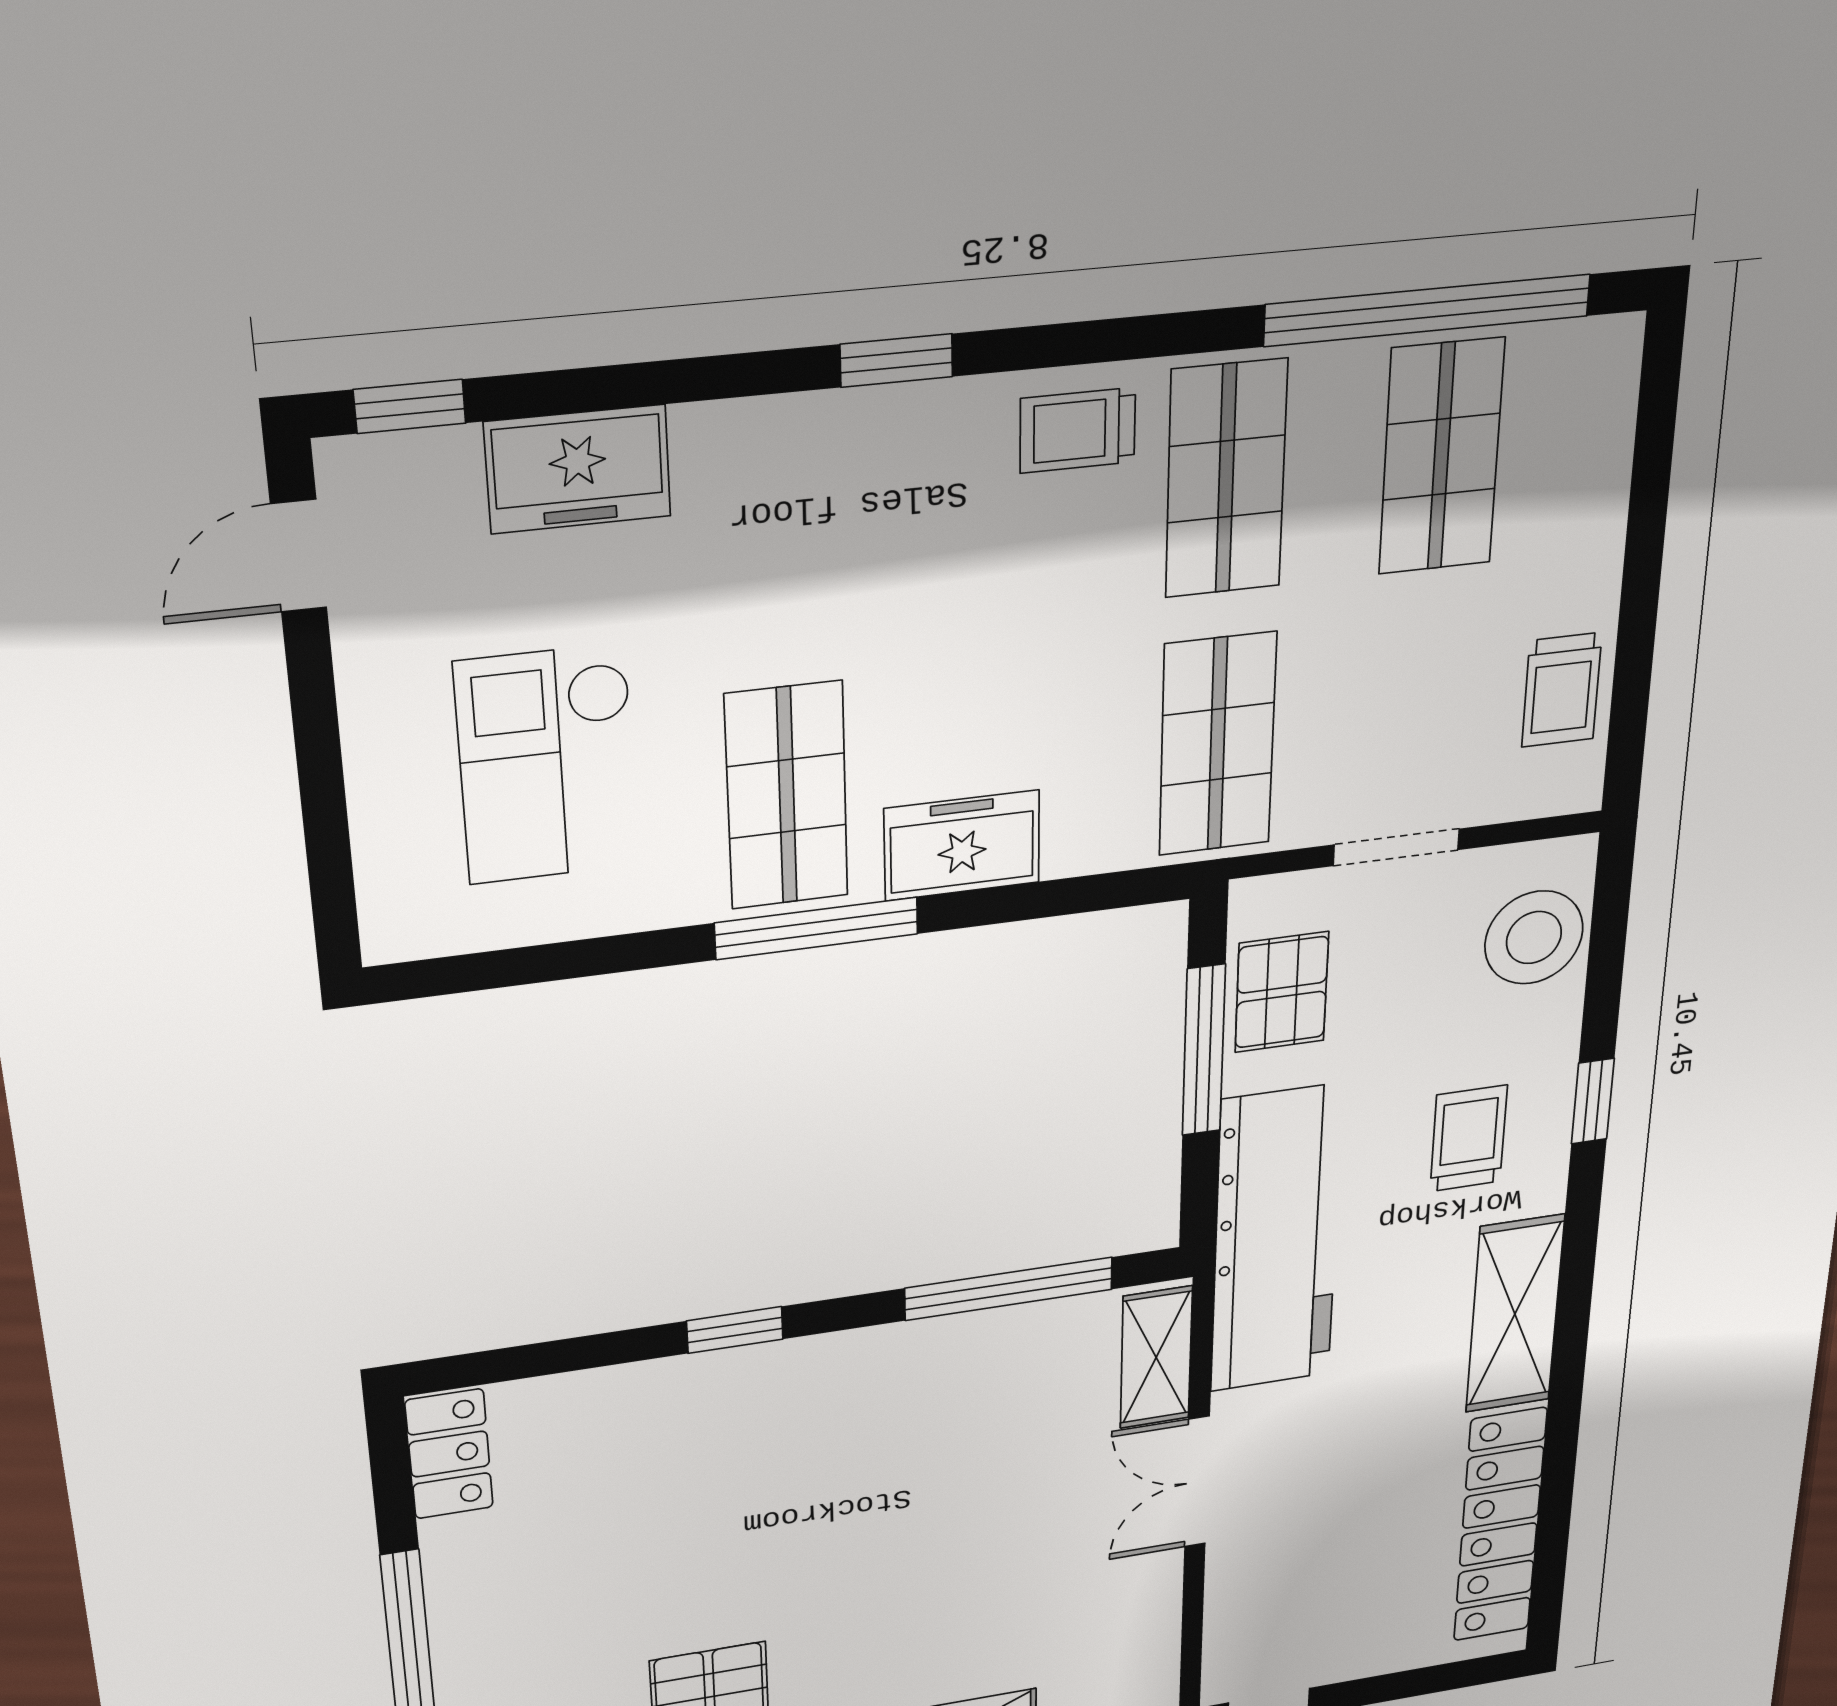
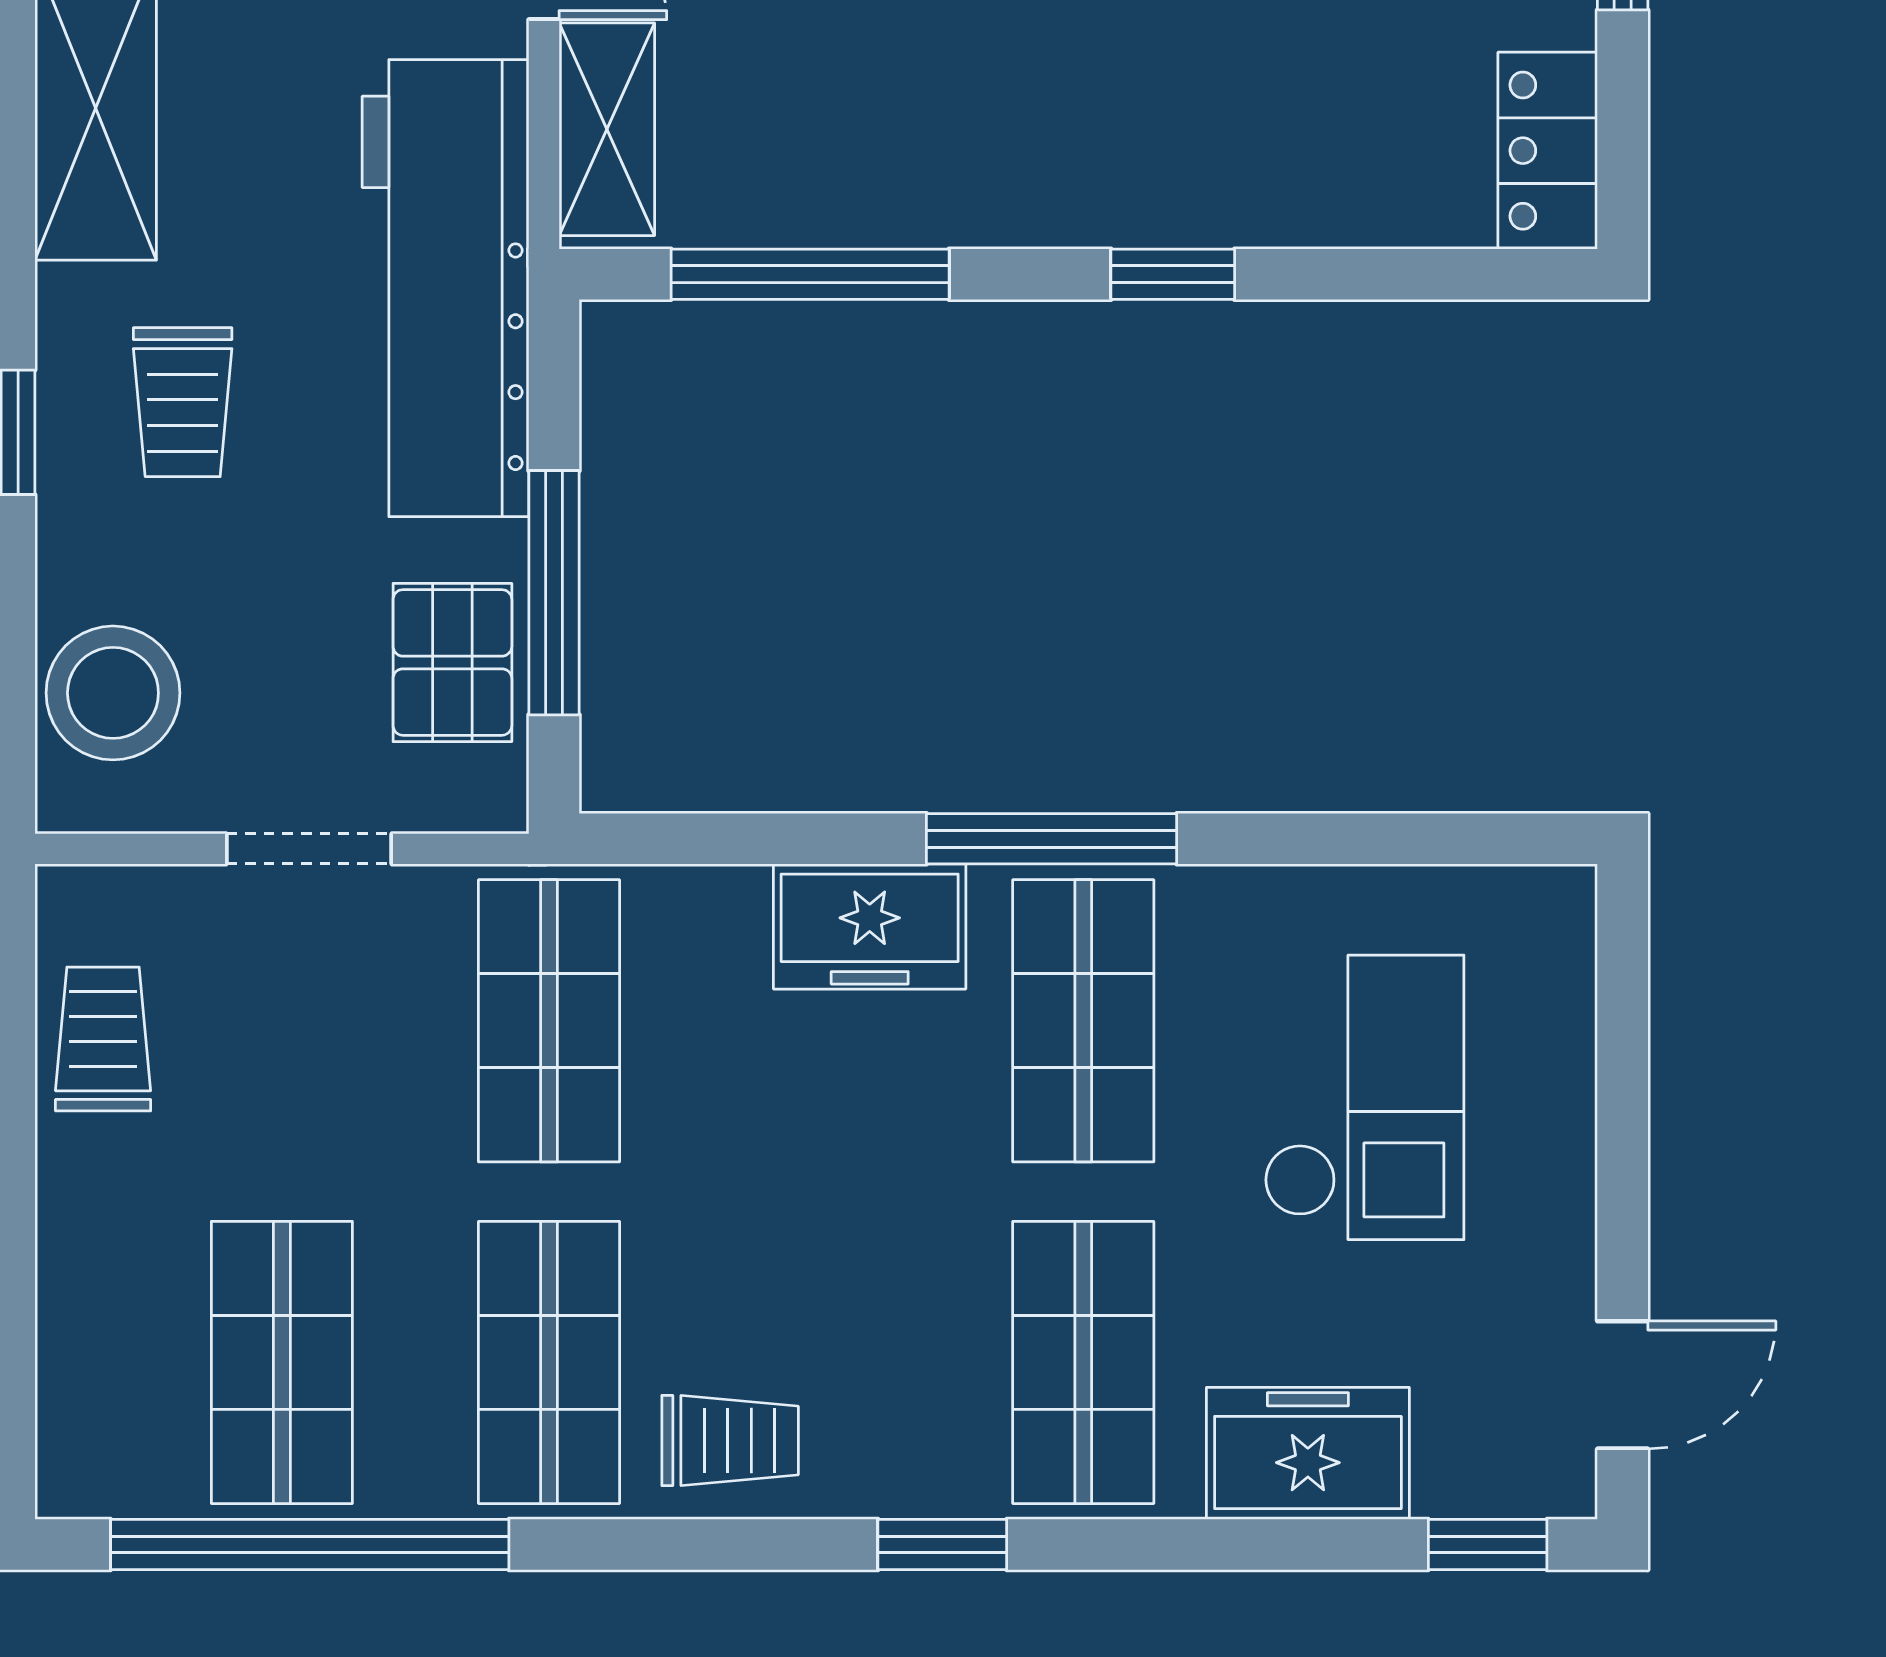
shop shelf: (778, 525) -> (1083, 1362), added

